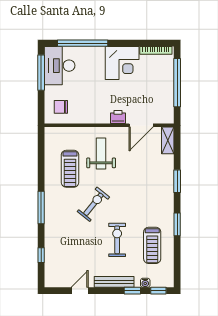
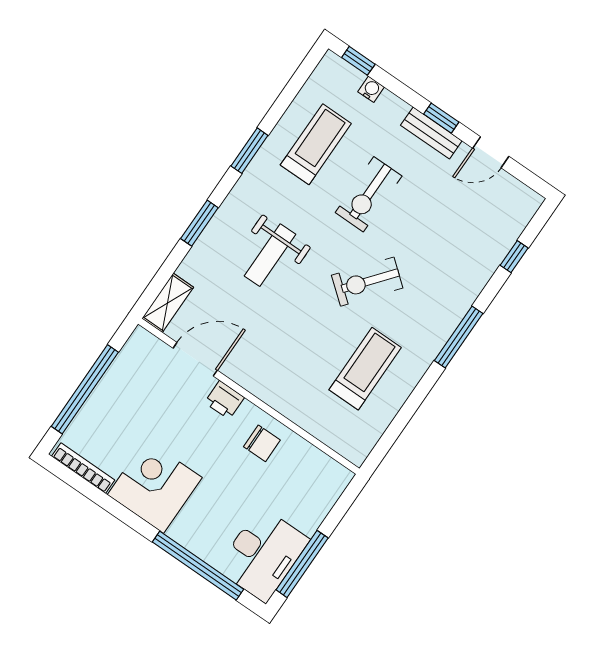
chair: (61, 107) -> (262, 443), moved
weight bench: (101, 153) -> (270, 255), moved
bench: (114, 282) -> (431, 133), width x0.73
window: (132, 291) -> (441, 118), moved

